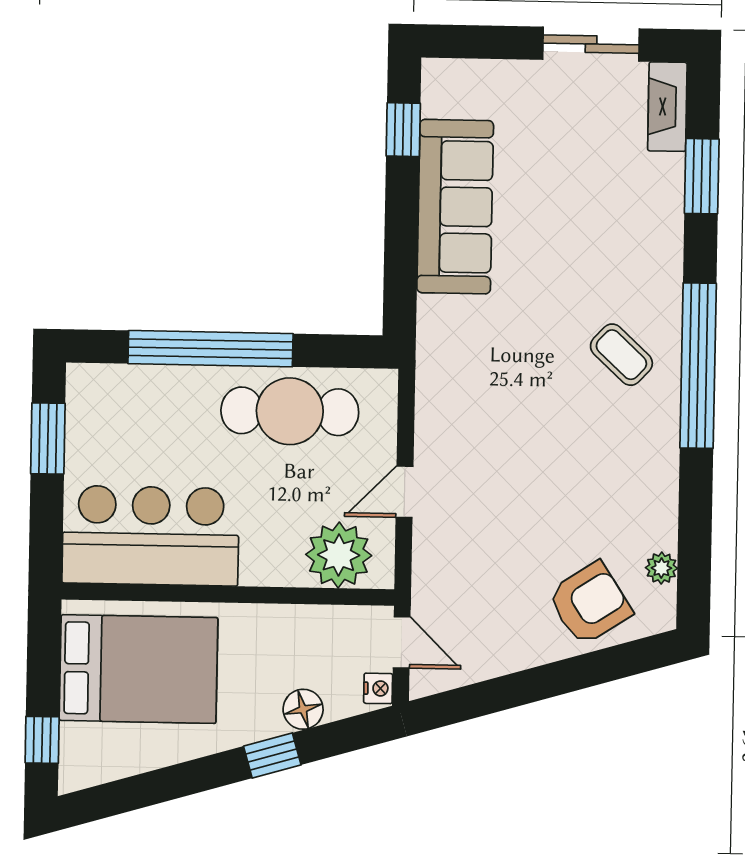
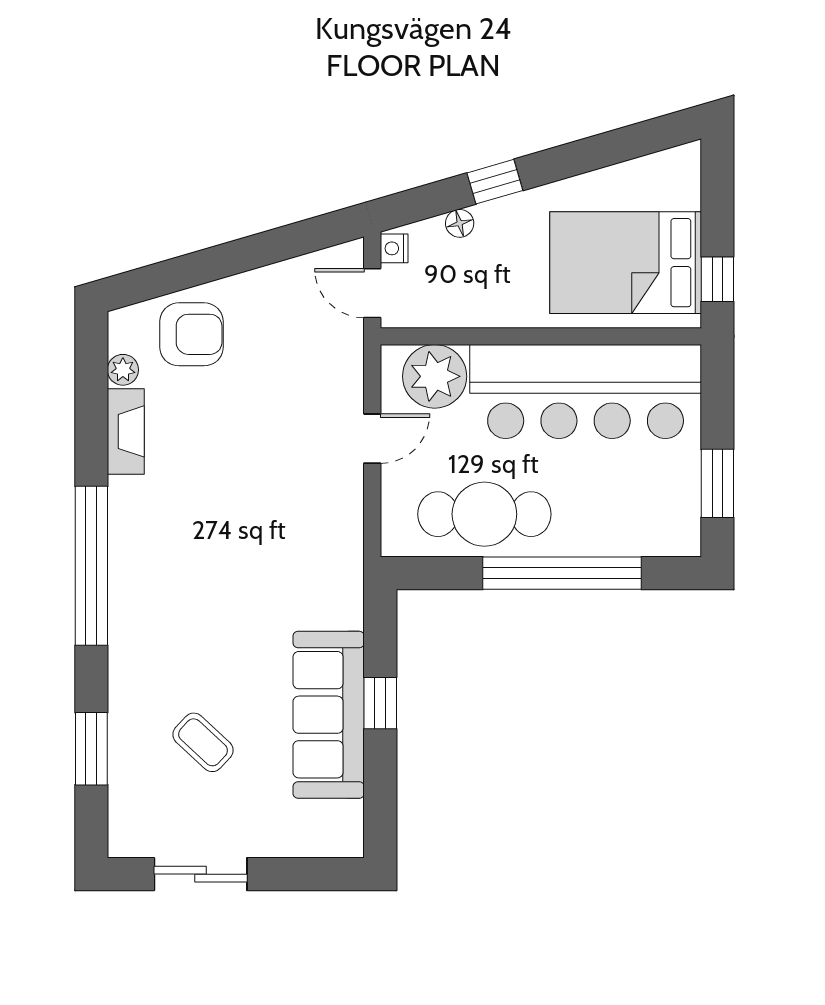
fireplace: (667, 107) -> (126, 431), moved
window: (403, 130) -> (380, 703), moved
coffee table: (621, 355) -> (203, 742), moved
bar counter: (151, 536) -> (586, 392), width x1.36
armchair: (590, 603) -> (191, 334), turned -147
floor lamp: (303, 709) -> (460, 223), width x0.73, depth x0.73
window: (42, 740) -> (717, 279), moved

